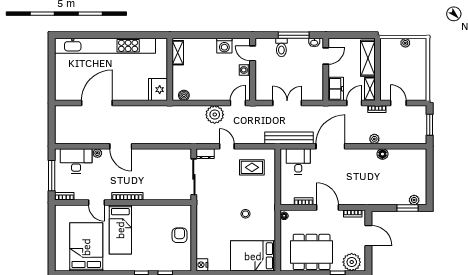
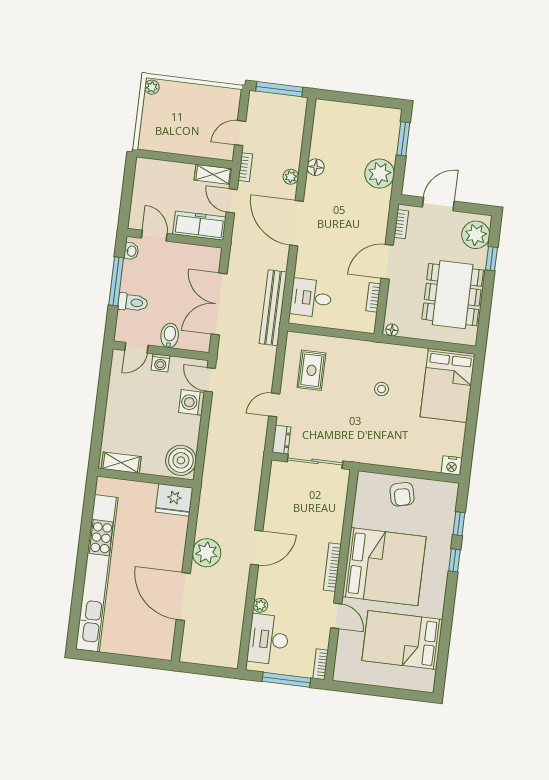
plant: (405, 43) -> (152, 87), moved
washing machine: (224, 46) -> (192, 402), moved, turned 180
shelving: (368, 58) -> (166, 172), removed
bidet: (263, 74) -> (170, 336), added
freezer: (336, 89) -> (199, 226), width x1.40
boiler: (184, 95) -> (181, 460), width x1.86, depth x1.86
double door: (287, 103) -> (219, 304), width x1.37
plant: (215, 115) -> (207, 553), moved
window: (430, 125) -> (279, 89), width x1.44
door: (121, 146) -> (257, 548), moved
door: (330, 146) -> (296, 223), moved
plant: (414, 200) -> (380, 174), moved, width x1.87, depth x1.87
door: (97, 203) -> (336, 616), hinge flipped
bed: (120, 230) -> (384, 567), width x2.04
armchair: (180, 235) -> (402, 494), turned -103

